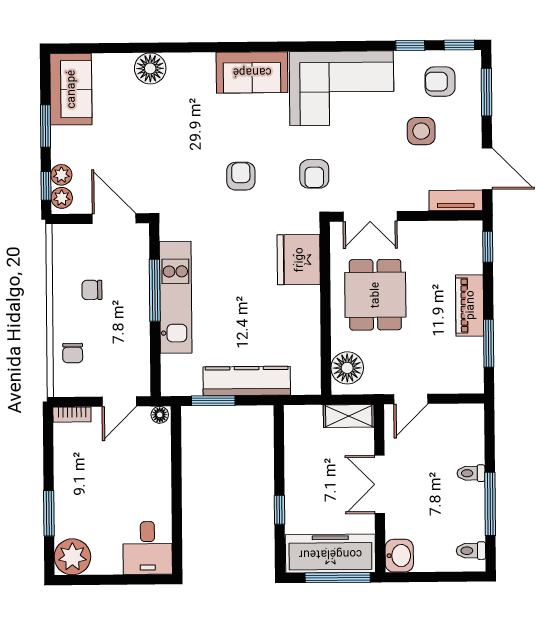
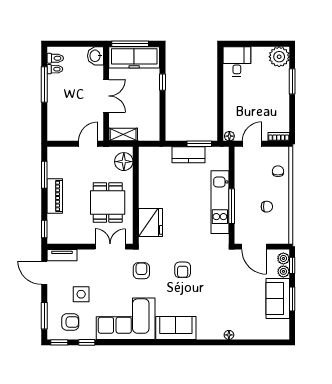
floor lamp: (150, 68) -> (229, 335), width x0.53, depth x0.53
sofa: (71, 89) -> (278, 299), moved
kitchen counter: (247, 381) -> (188, 155), width x0.67
toilet: (471, 473) -> (55, 69), moved

